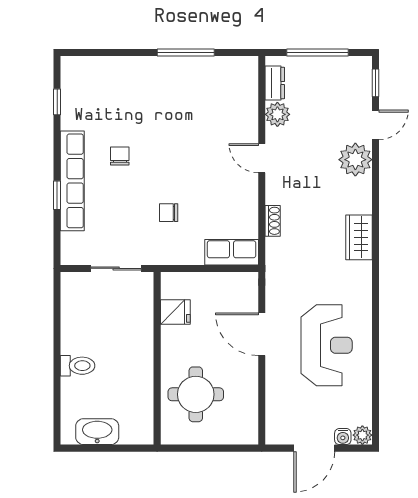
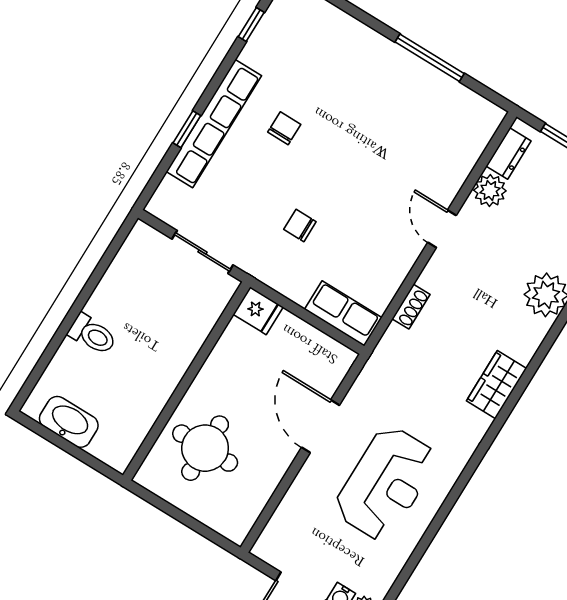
fridge: (175, 312) -> (258, 311), moved

